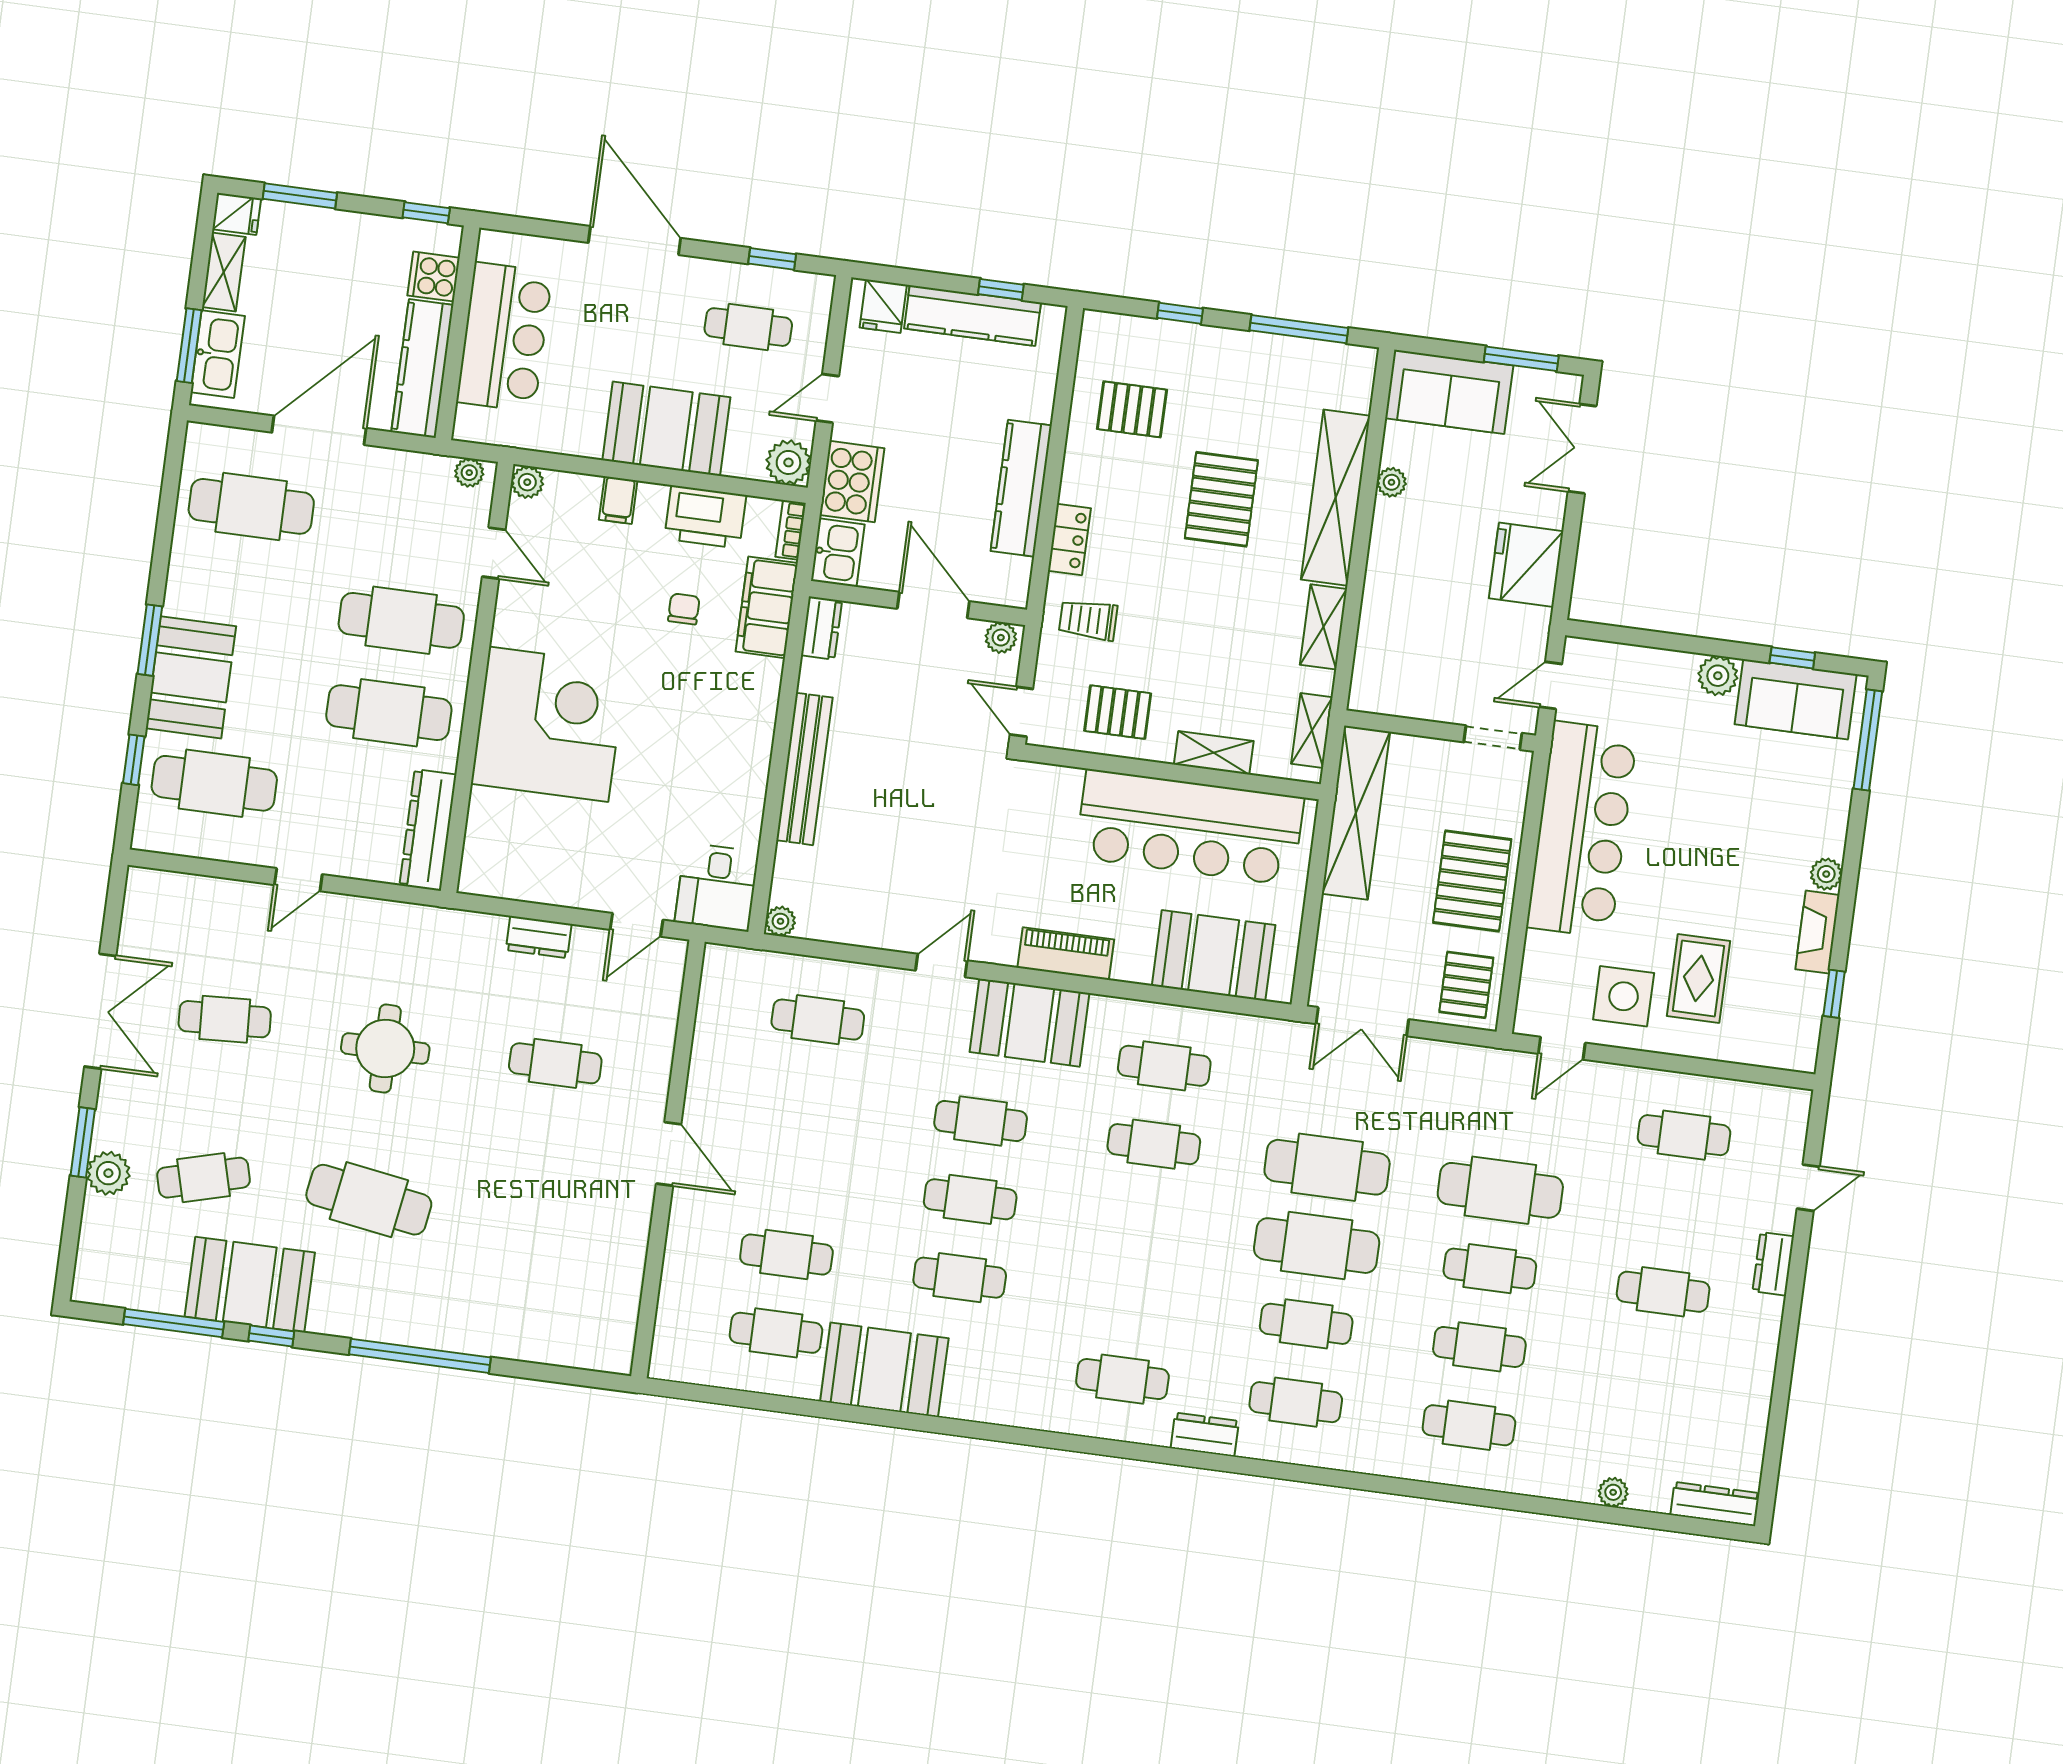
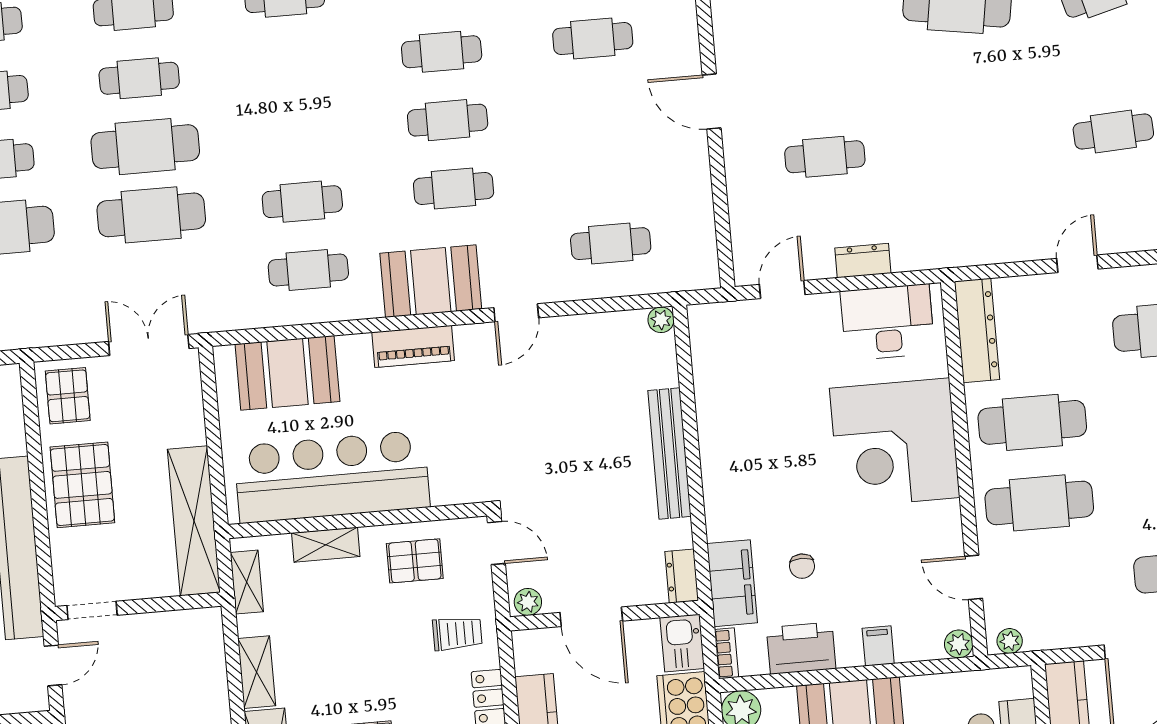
desk: (717, 887) -> (887, 322), moved, width x1.37
round table: (385, 1048) -> (972, 137), removed

